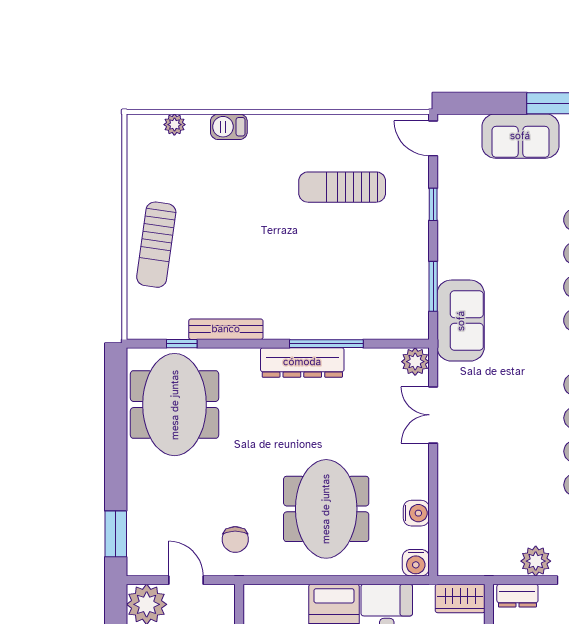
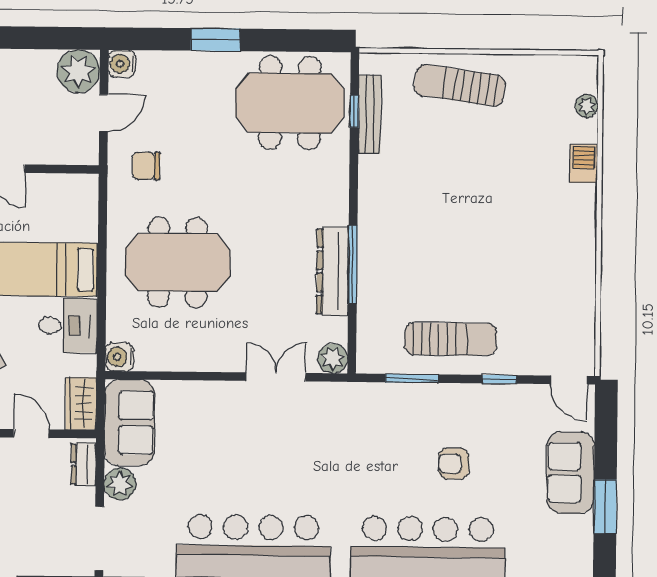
door: (433, 138) -> (569, 380), swing flipped
sun lounger: (342, 187) -> (451, 339), moved, turned 90
armchair: (513, 246) -> (454, 464), added
sofa: (461, 321) -> (130, 423), moved, turned -90
bench: (226, 329) -> (370, 114), moved
dresser: (302, 362) -> (333, 271), moved
water cooler: (416, 513) -> (122, 64), moved, turned 90
window: (116, 534) -> (215, 40), moved

